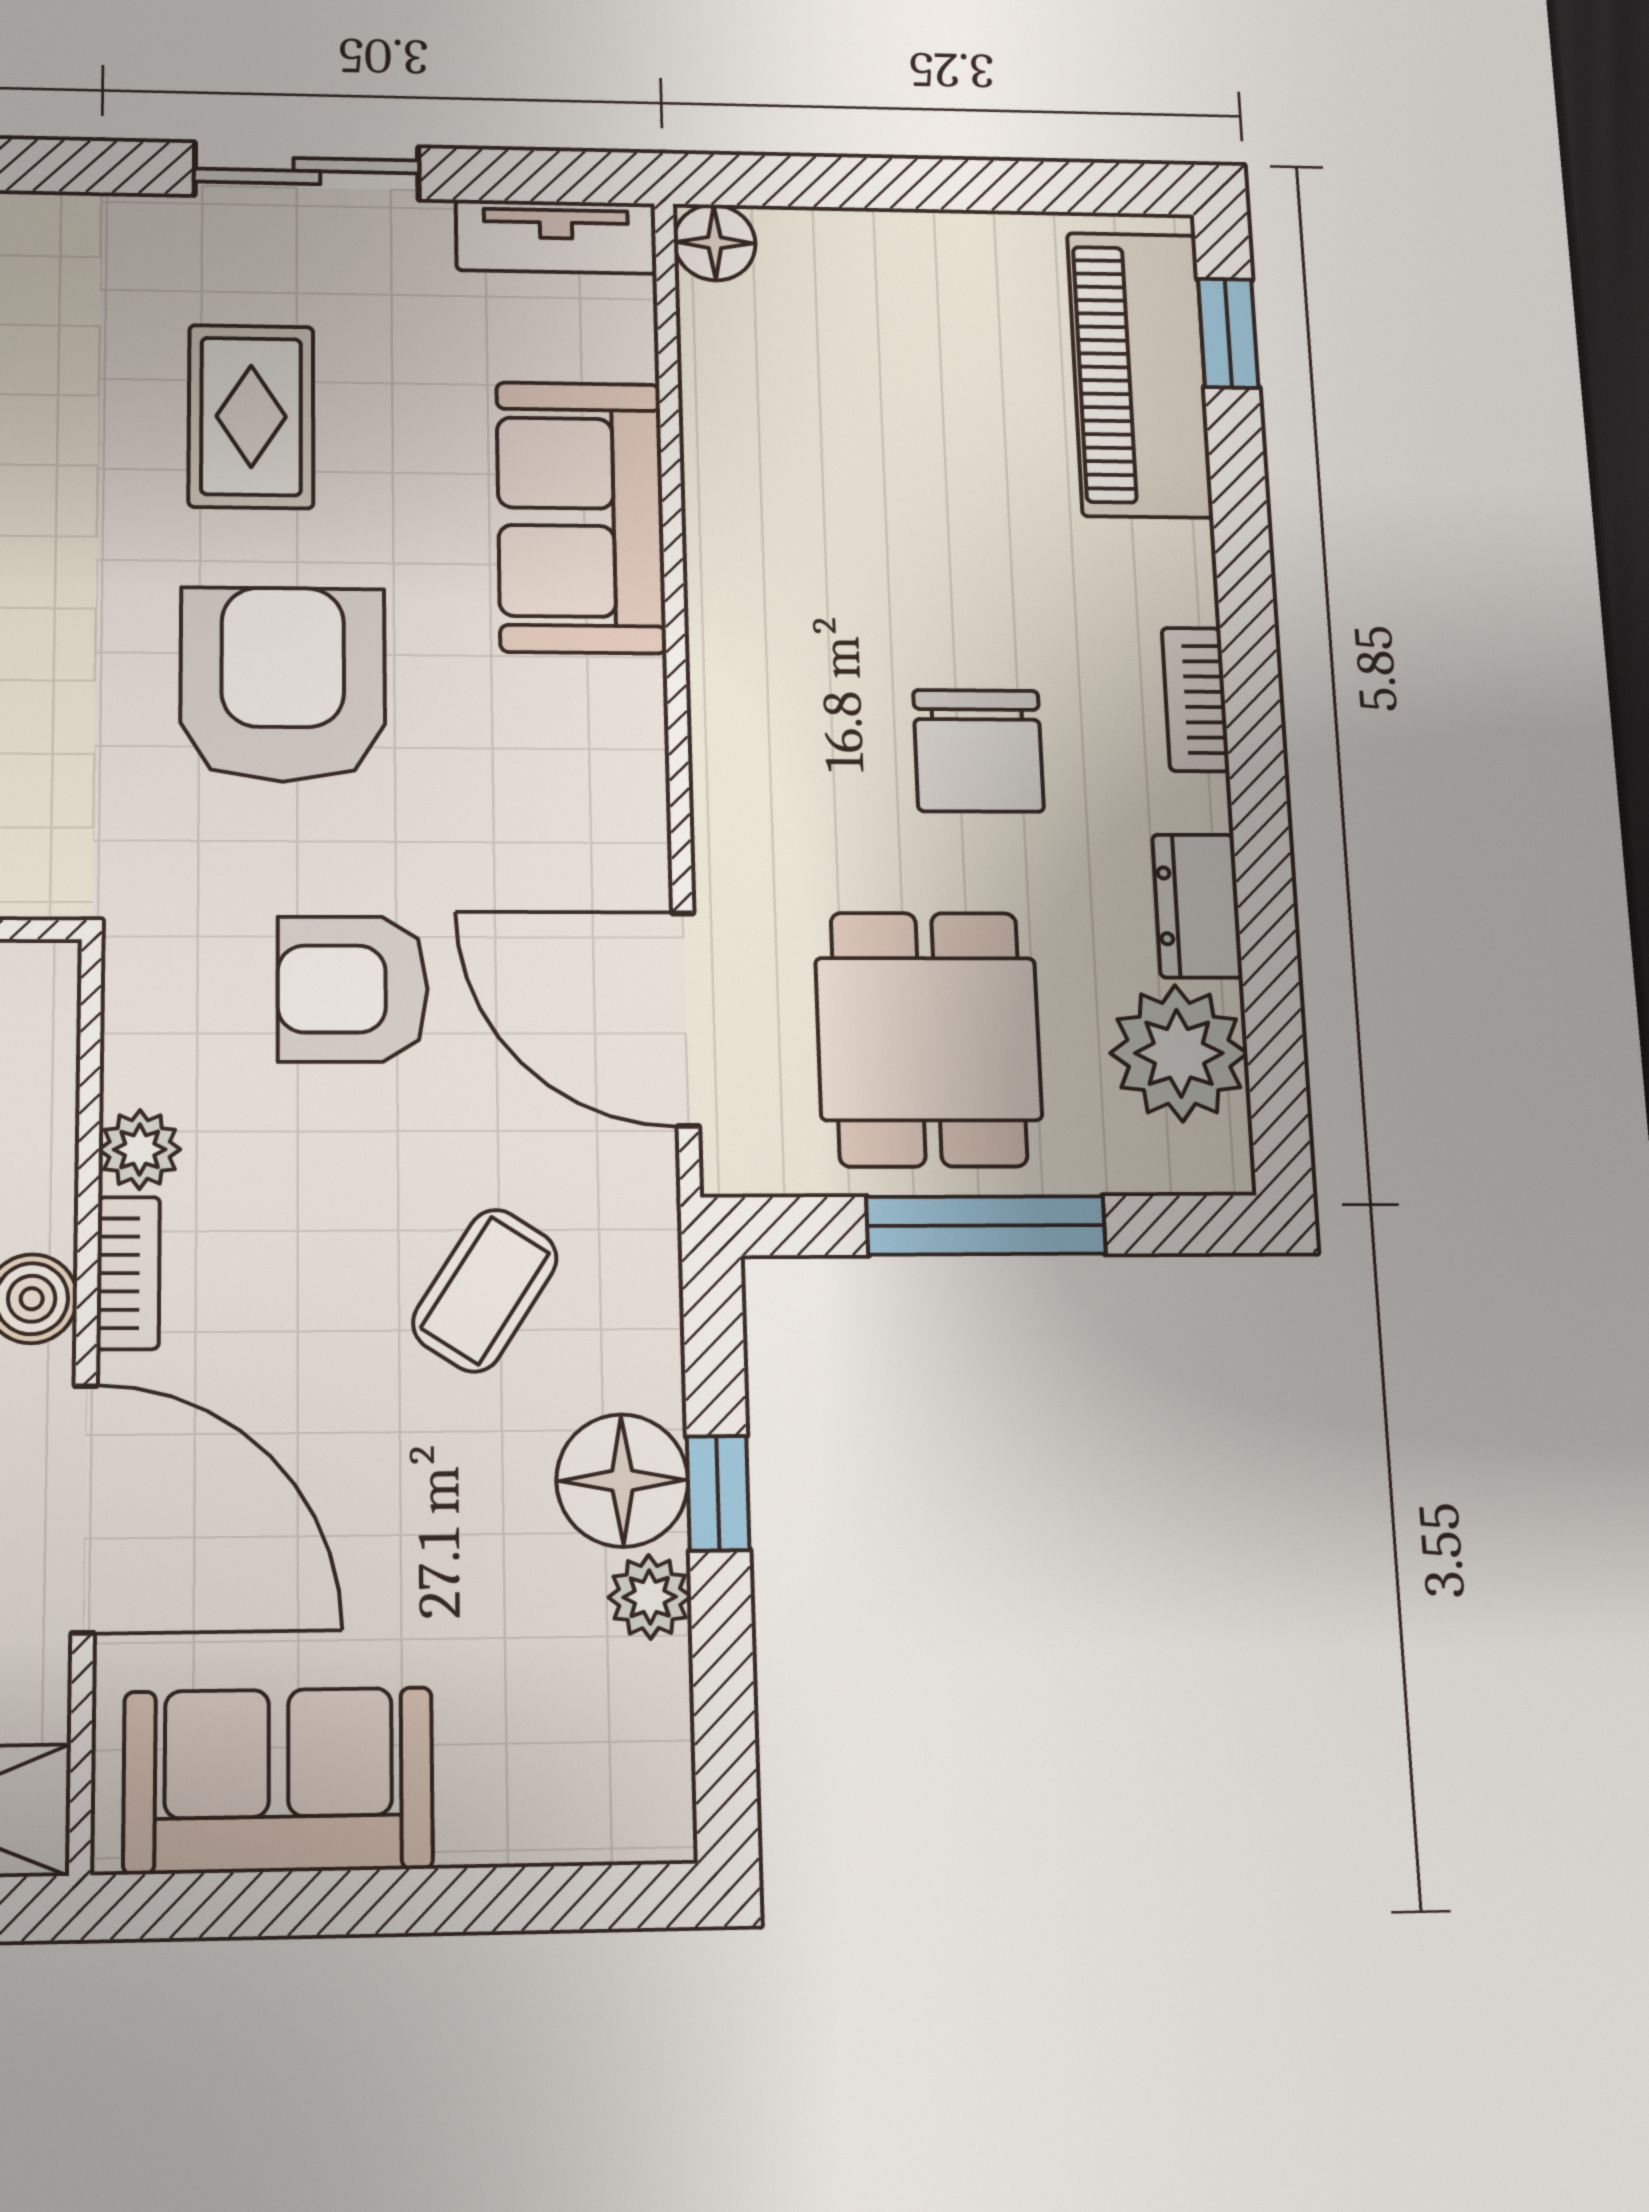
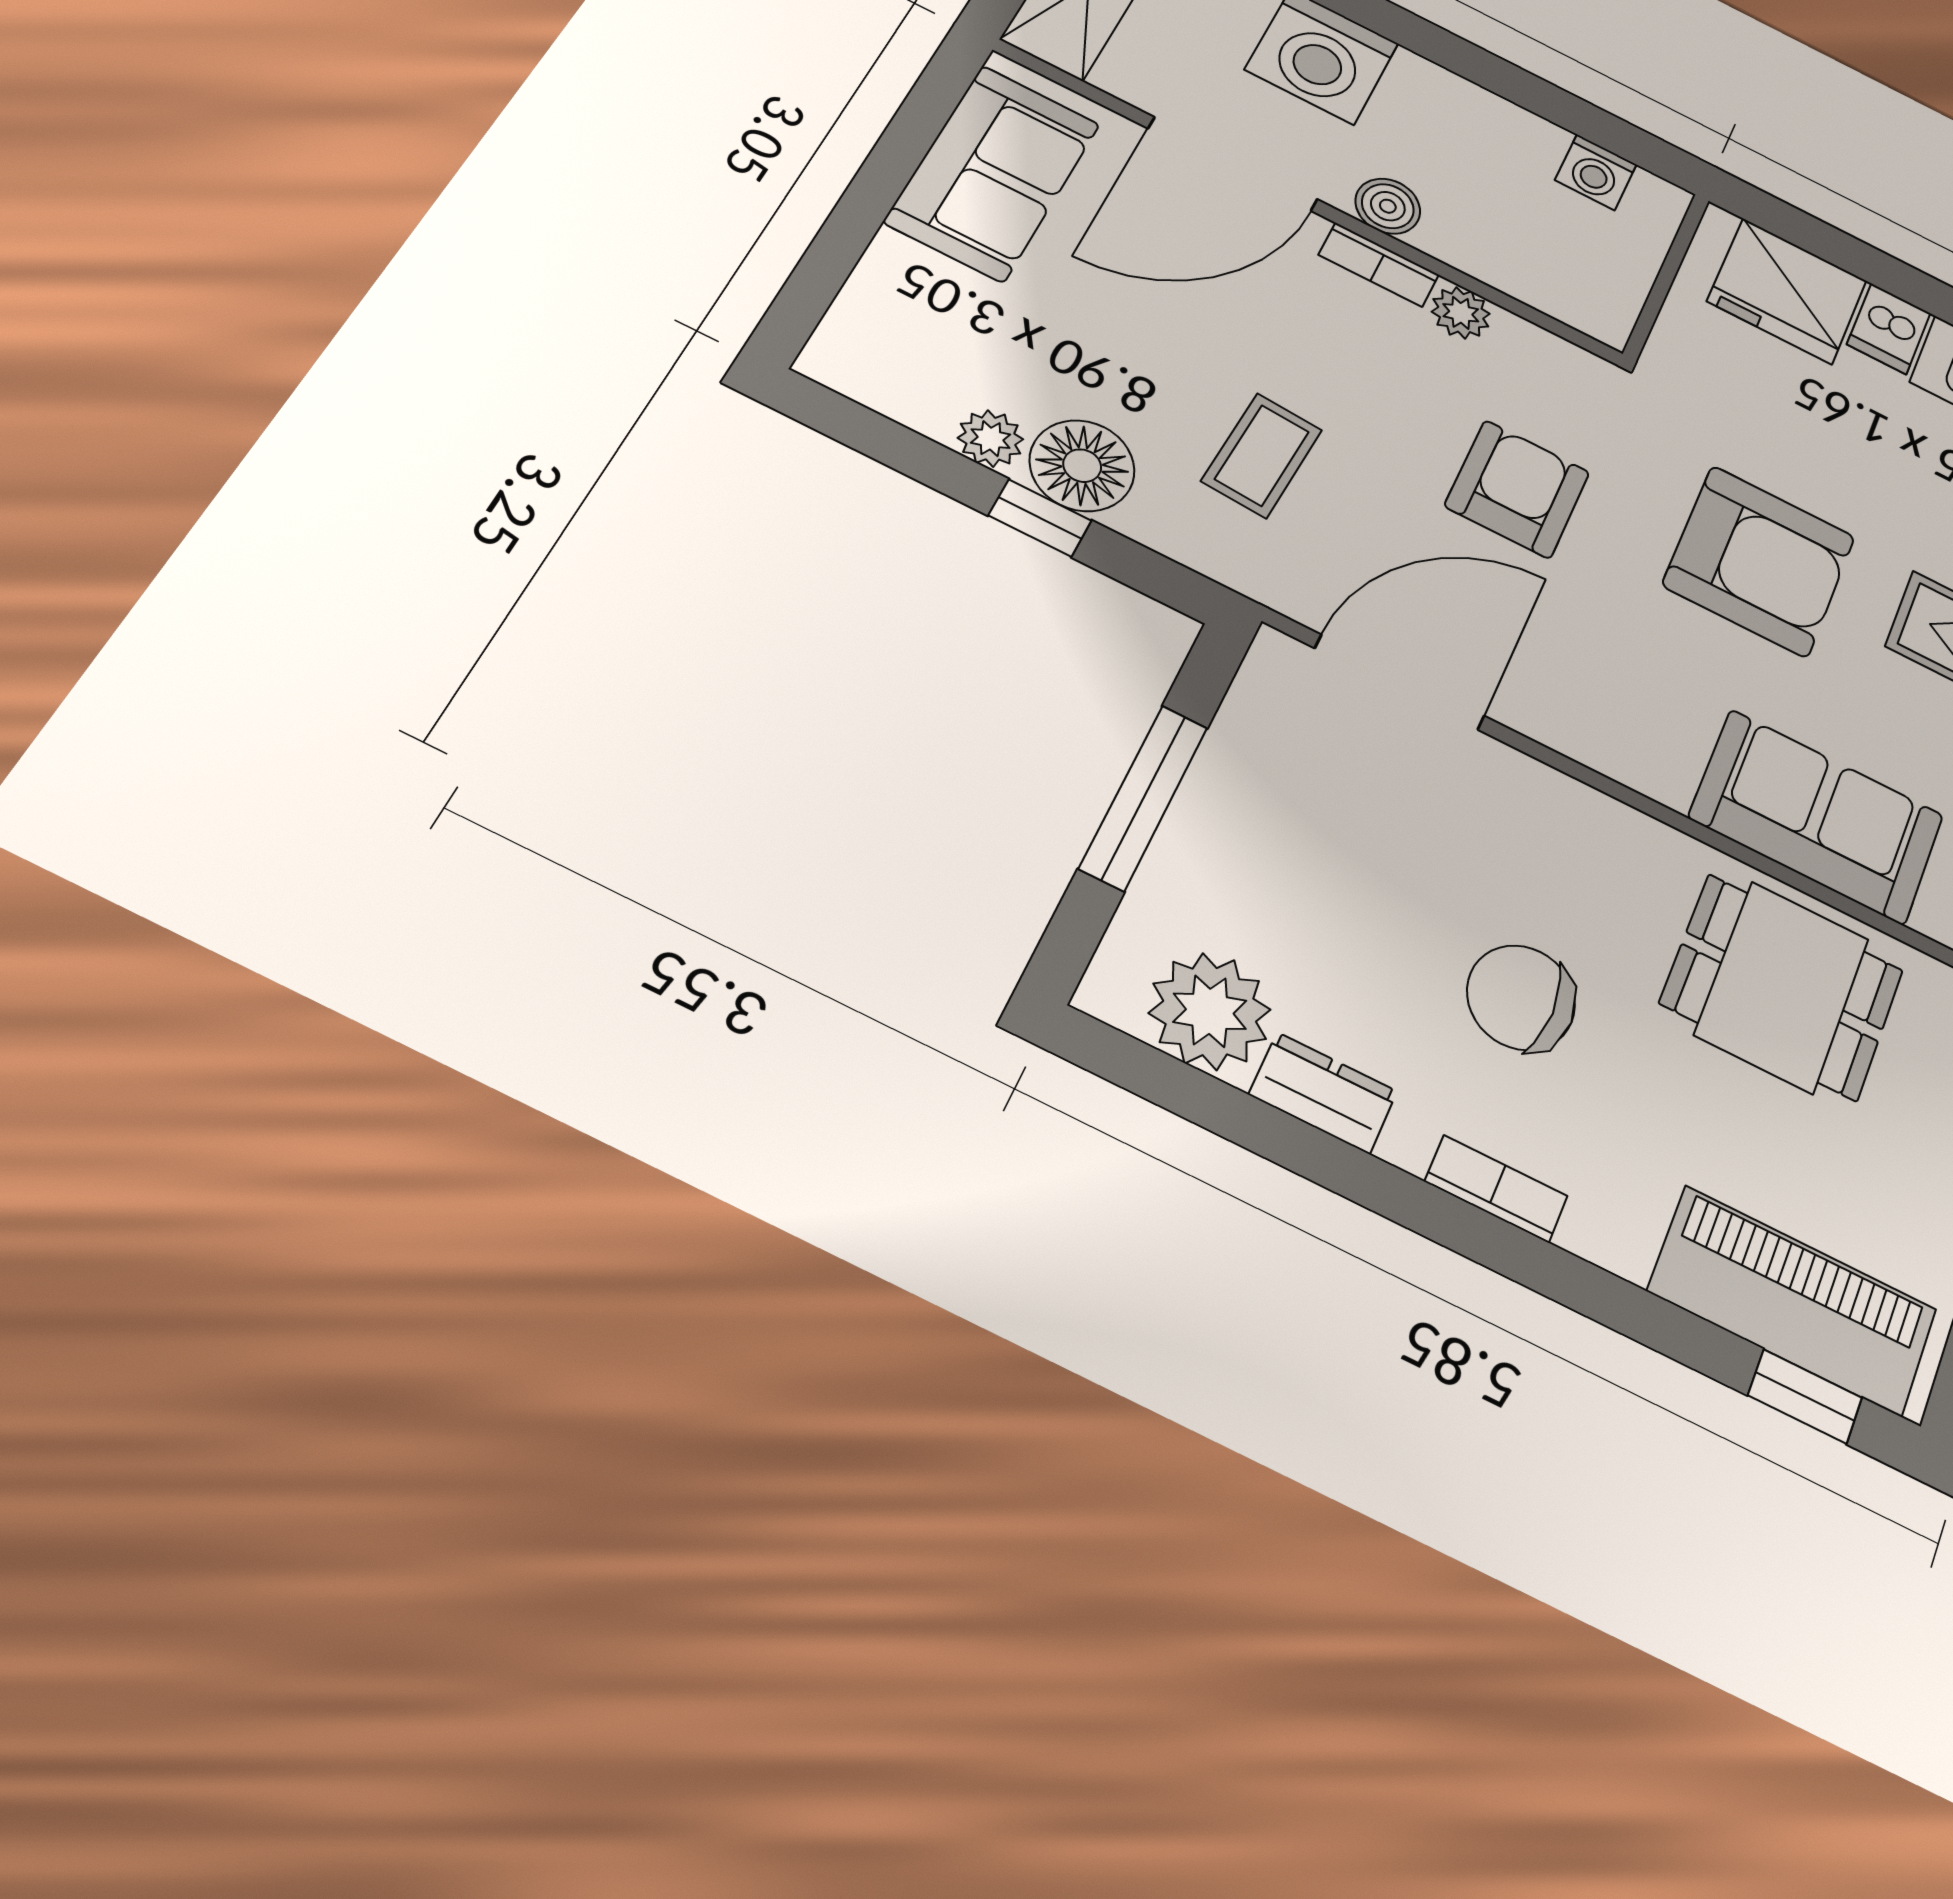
dining table: (929, 1039) -> (1782, 987), moved
coffee table: (485, 1290) -> (1262, 456), turned 61

